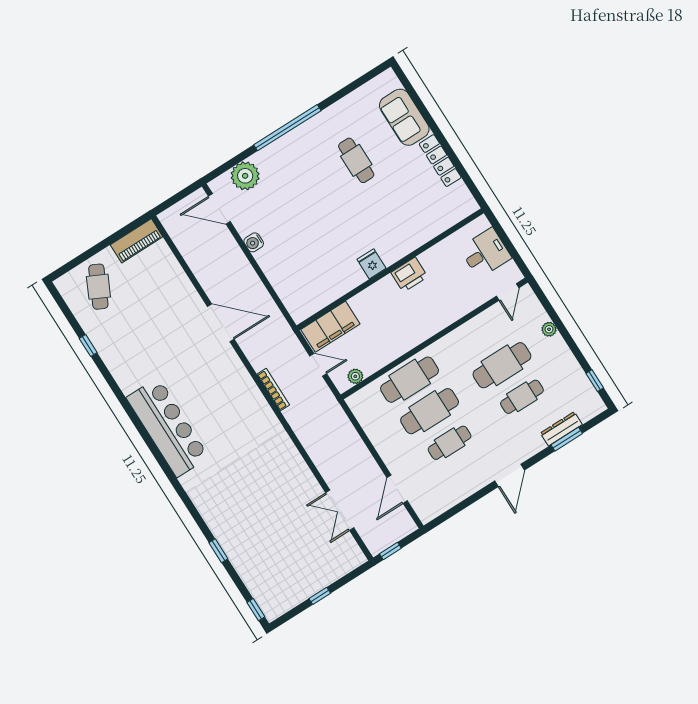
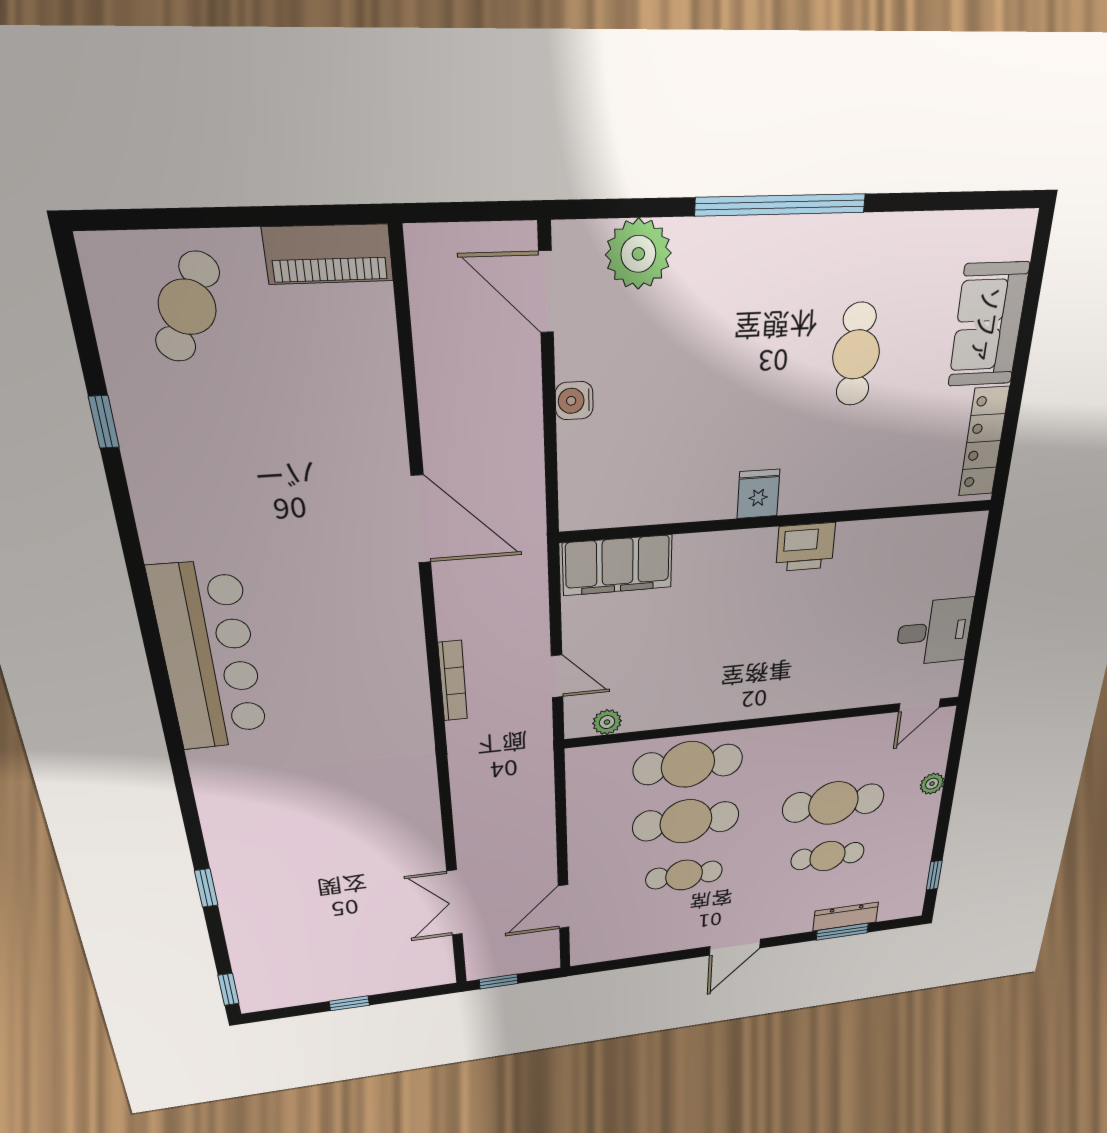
fridge: (371, 264) -> (758, 494), moved
wall: (390, 269) -> (782, 521), moved
printer: (409, 275) -> (806, 547), moved
filing cabinet: (330, 327) -> (618, 565), moved

